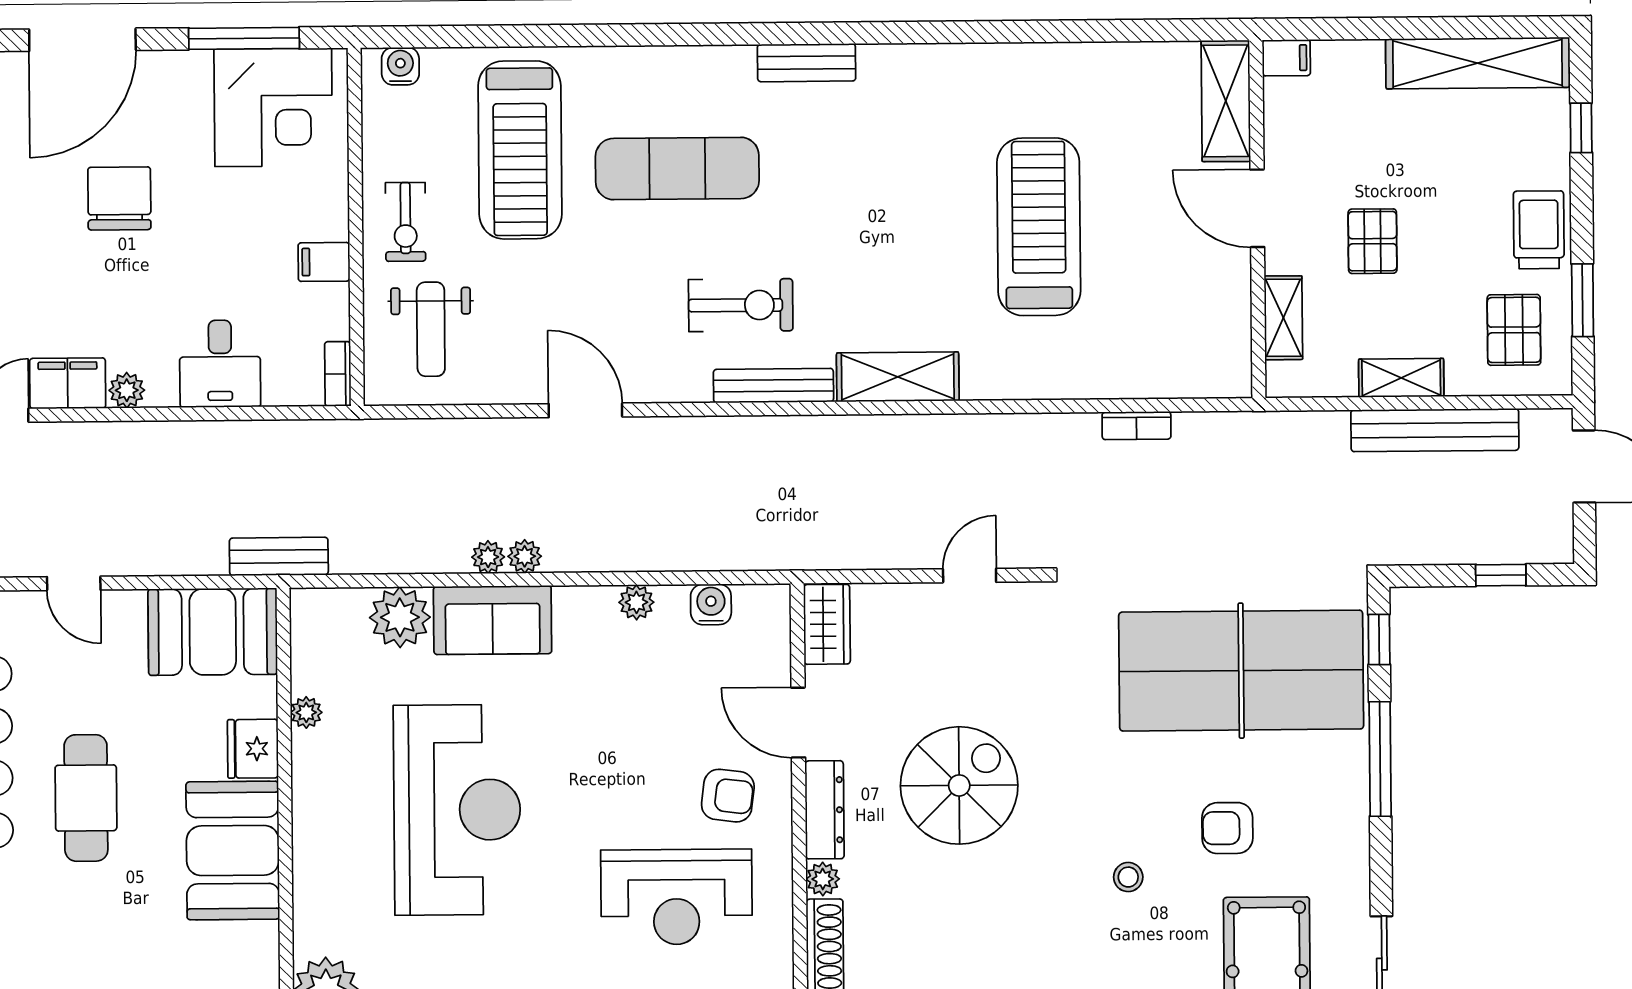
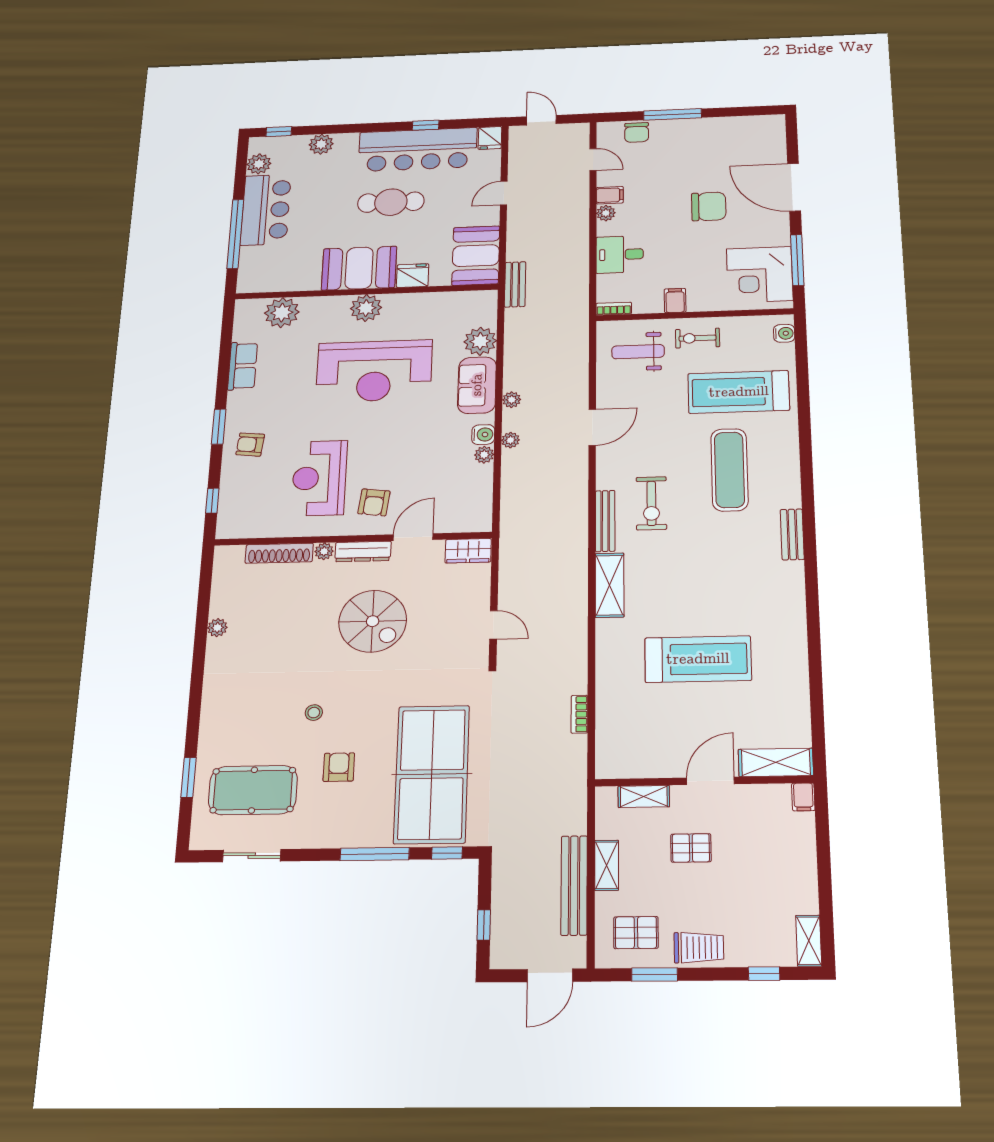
shelving: (1478, 63) -> (809, 941), width x0.45, depth x0.75
filing cabinet: (68, 383) -> (610, 195), width x0.50
plant: (488, 557) -> (511, 440), moved
water cooler: (711, 604) -> (483, 435), moved
plant: (306, 712) -> (366, 308), moved, width x1.87, depth x1.87

